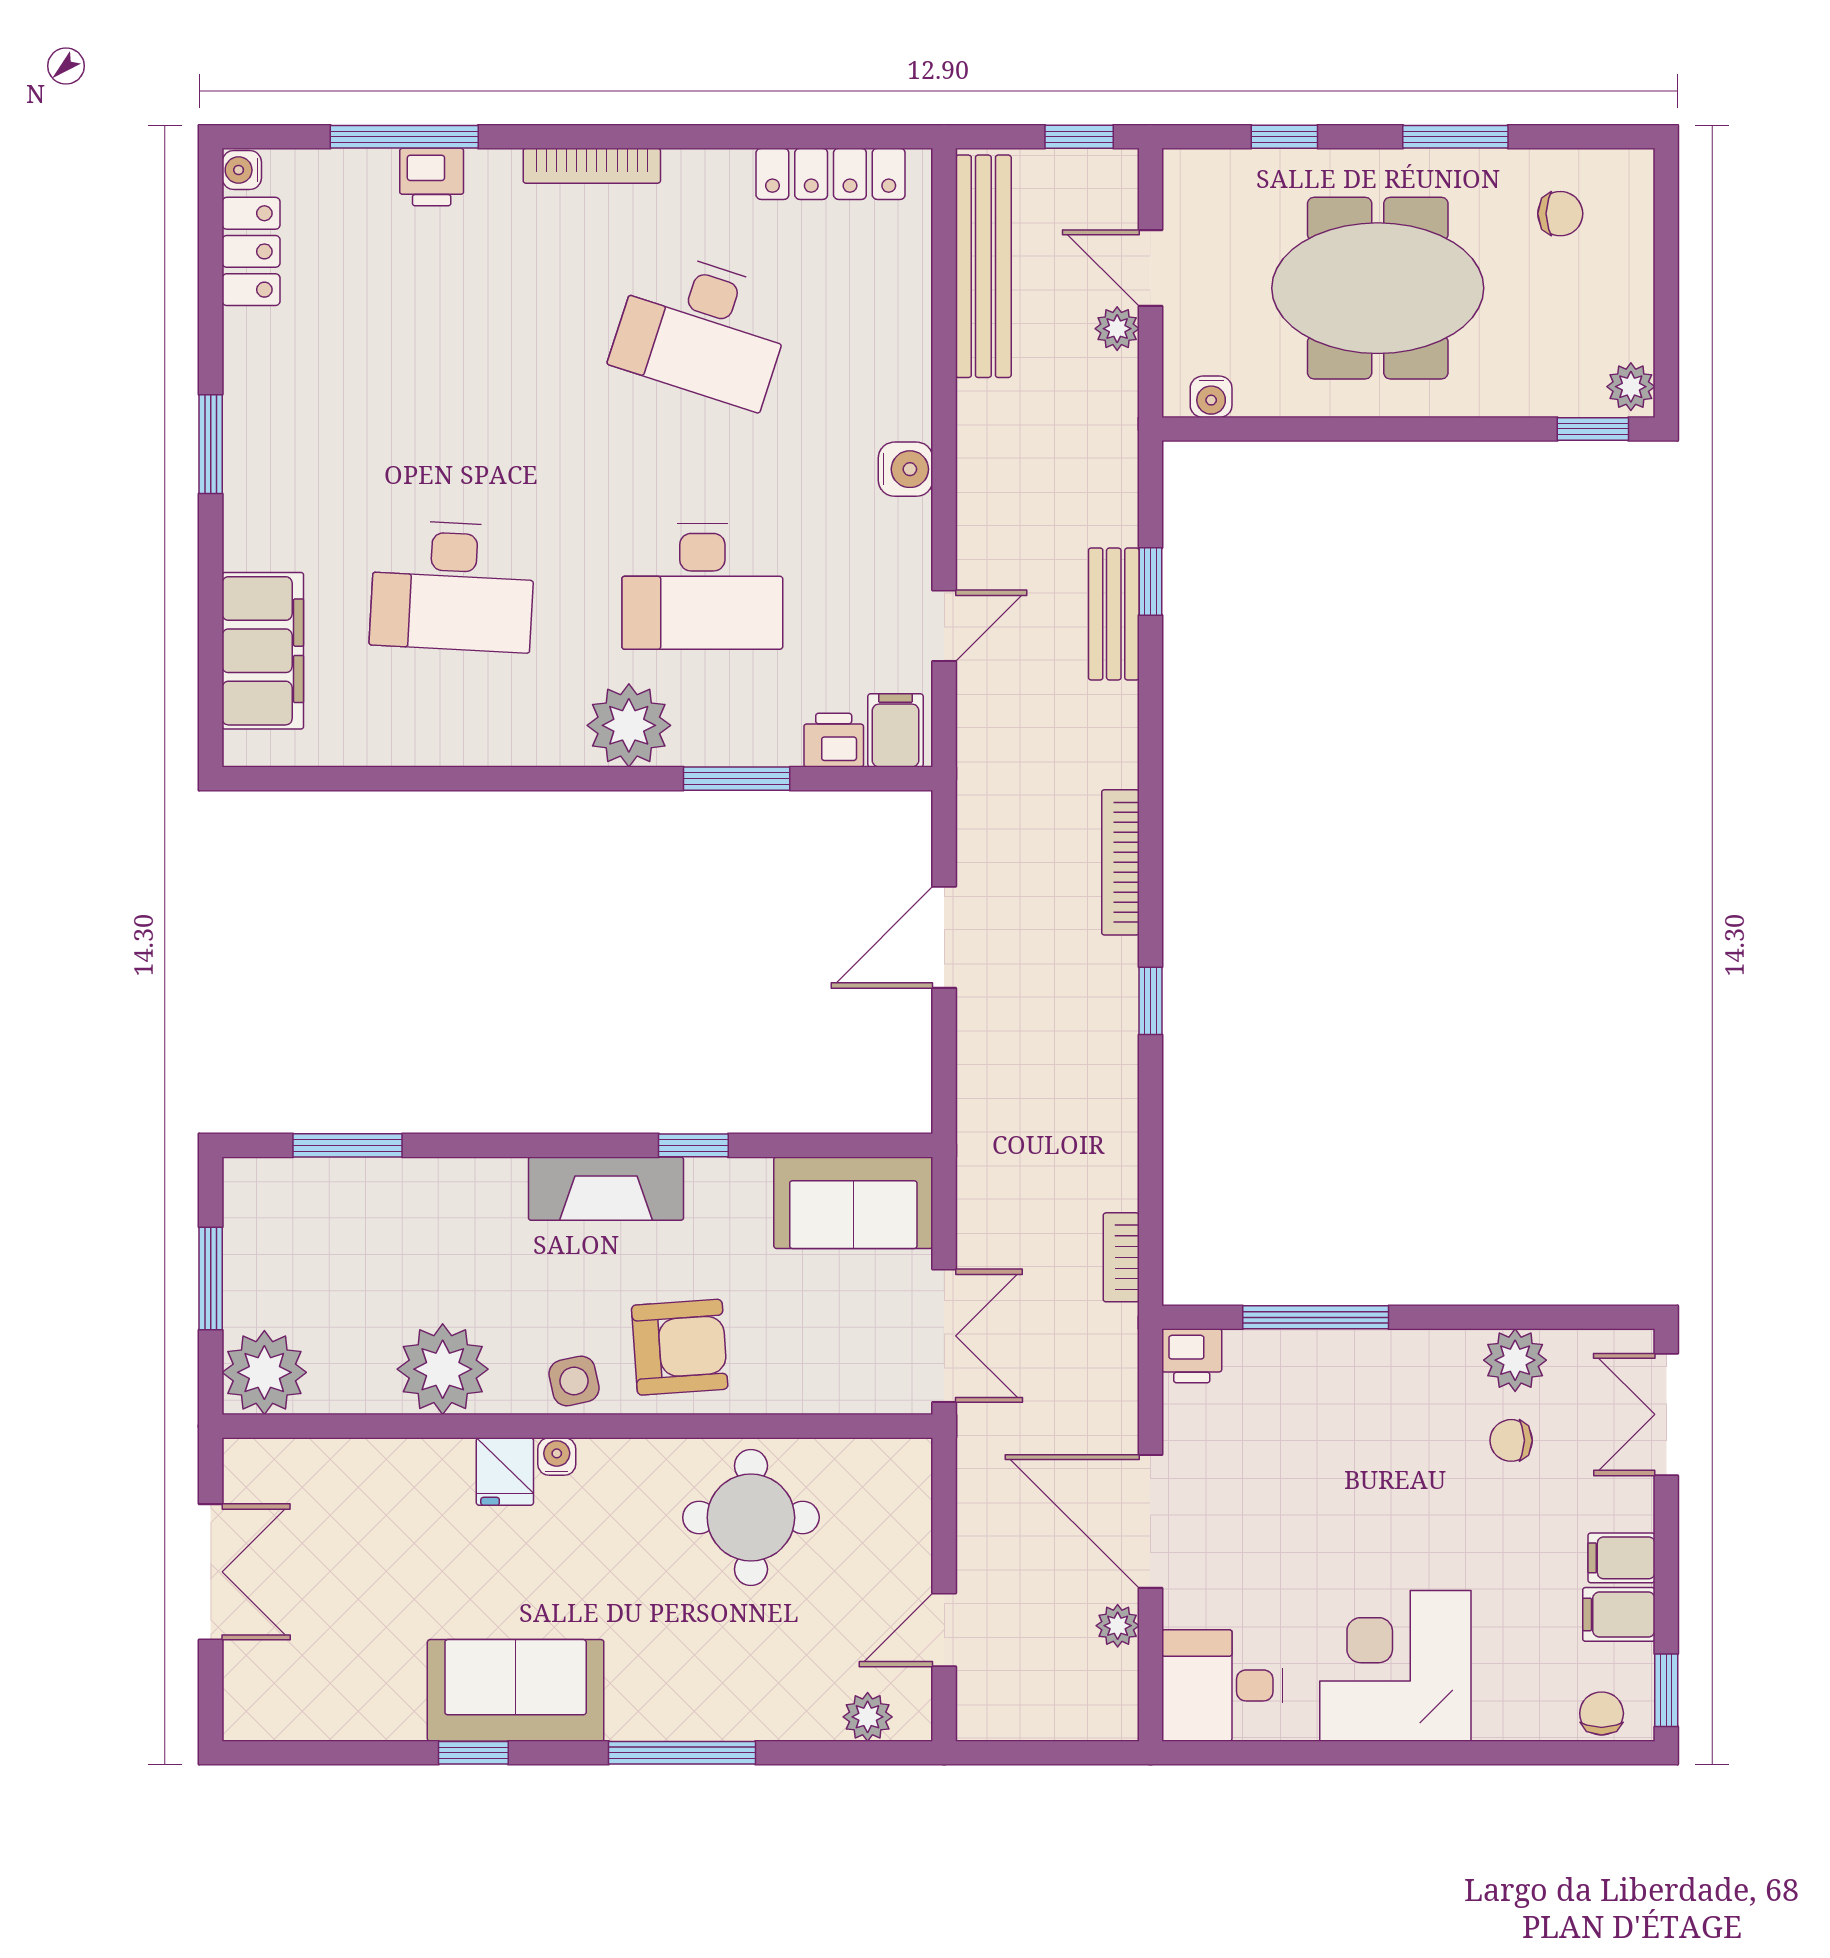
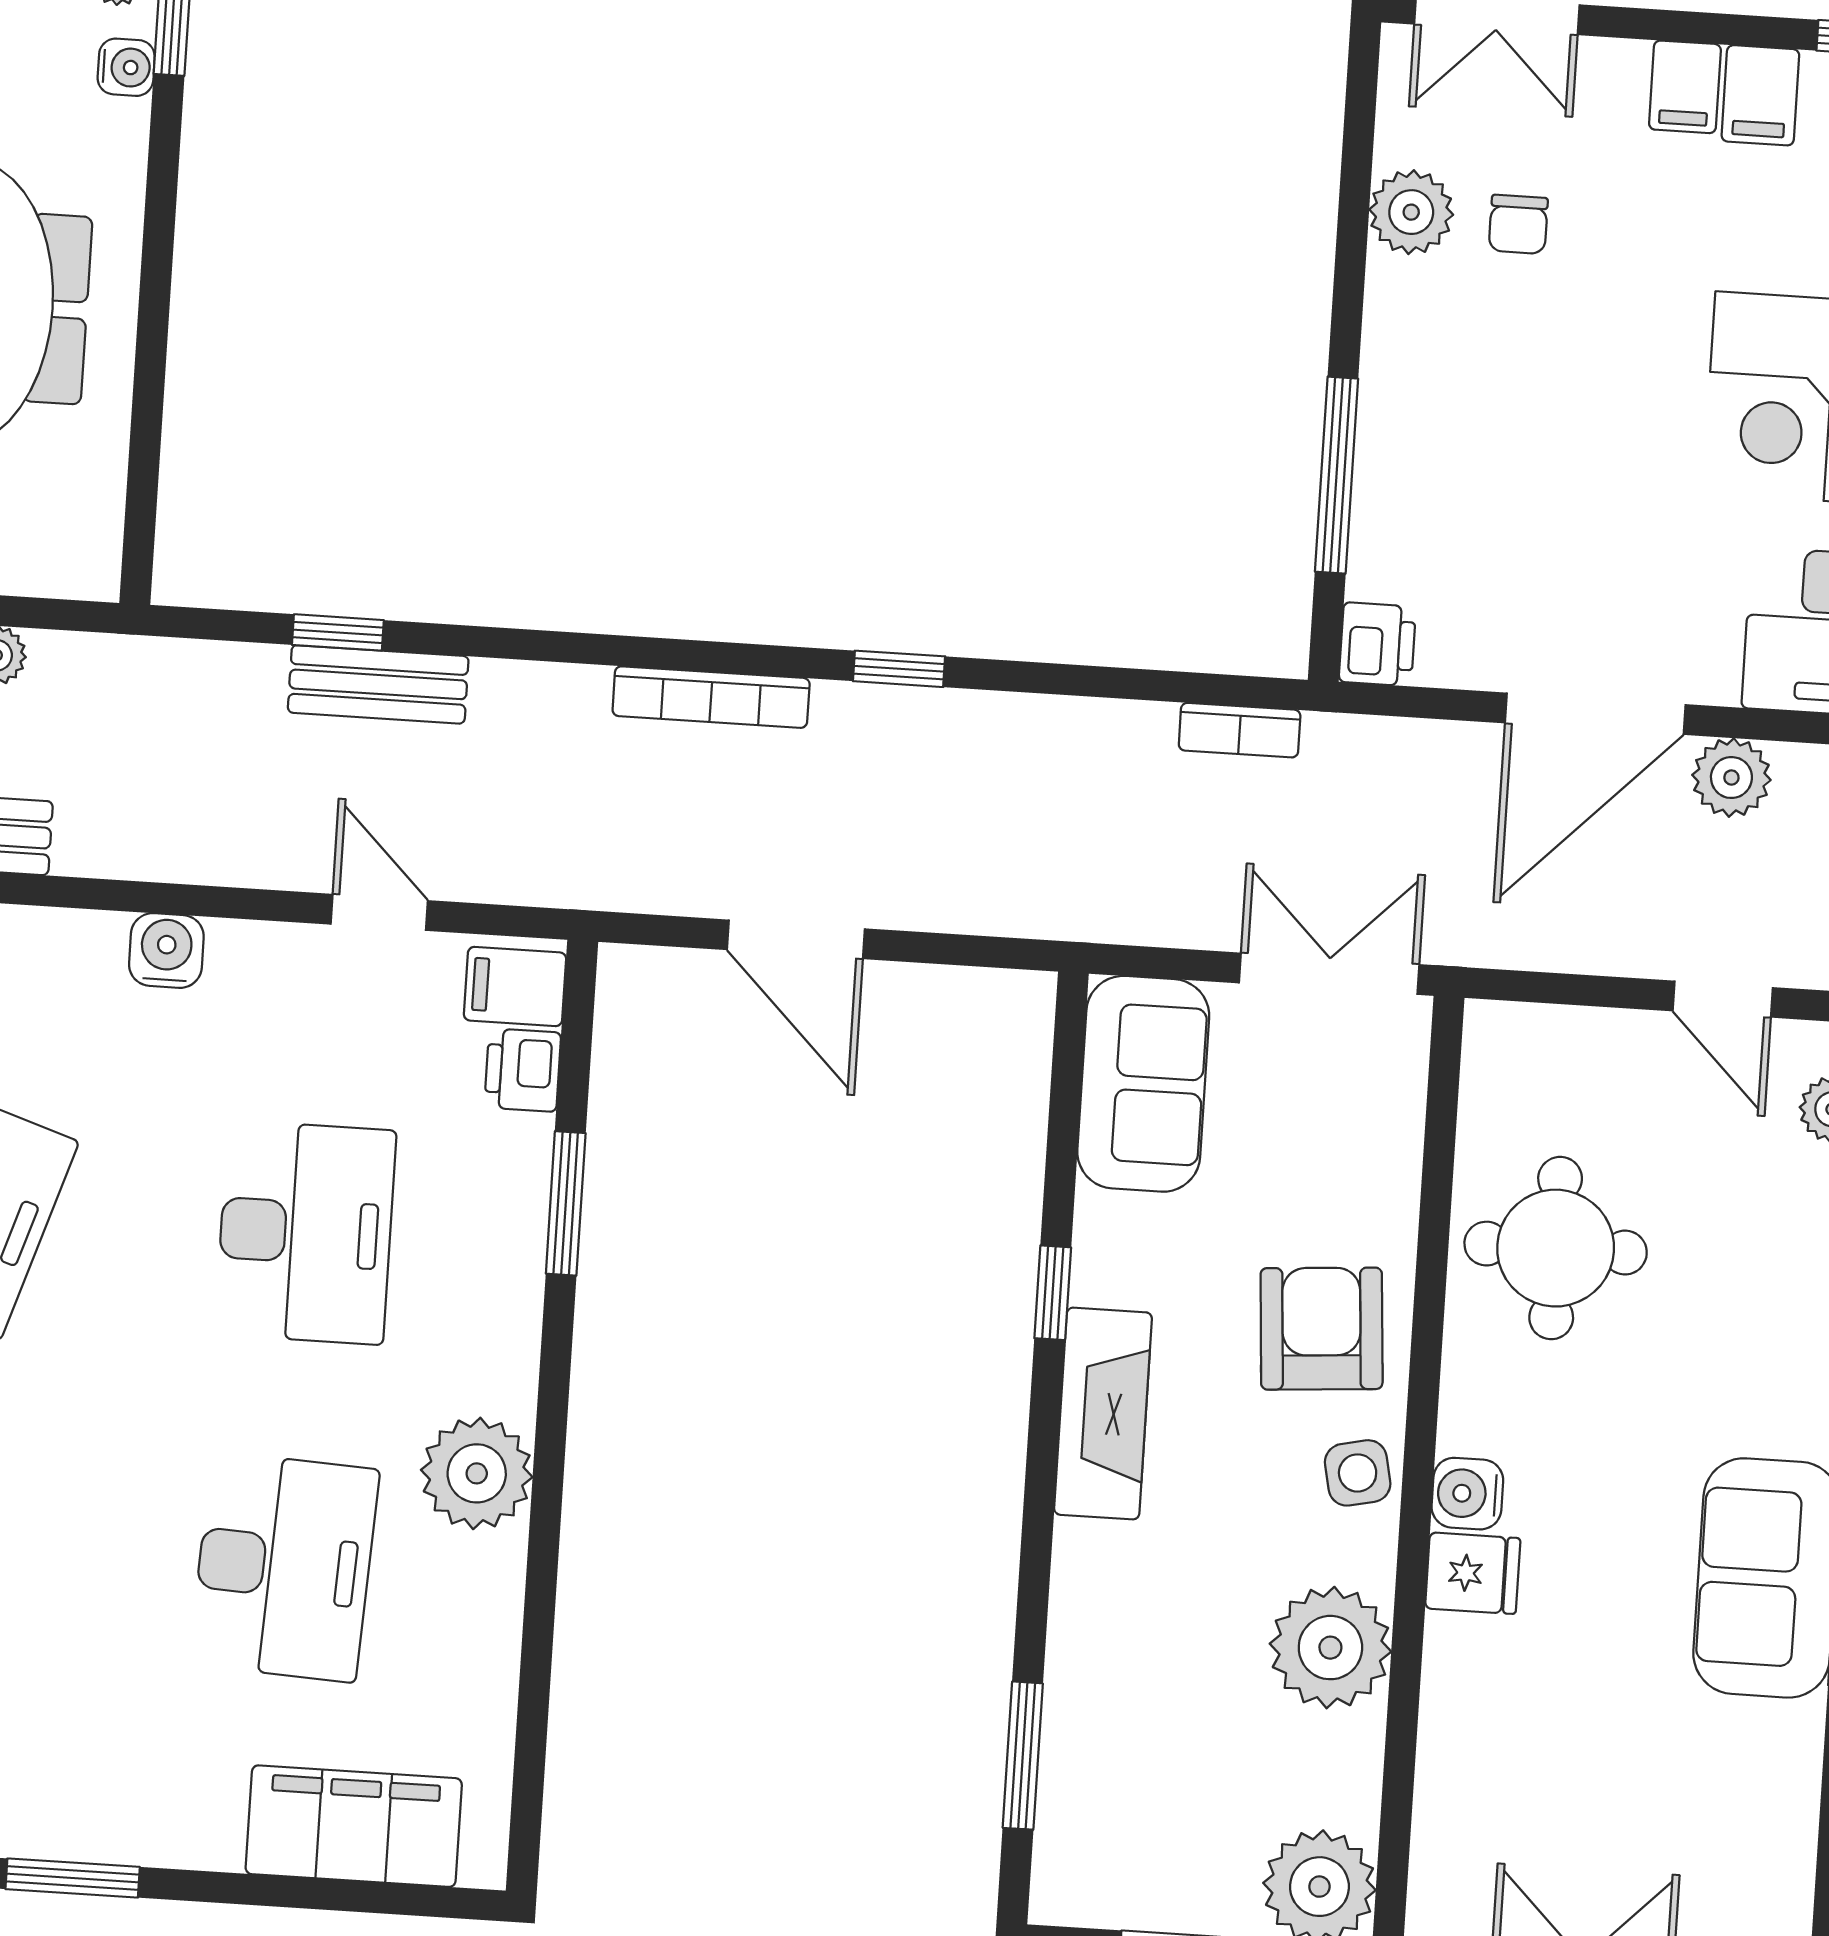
water cooler: (1211, 397) -> (126, 67), moved
plant: (629, 725) -> (477, 1473), moved
water cooler: (557, 1456) -> (1467, 1494), width x1.38, depth x1.38
plant: (1118, 1626) -> (1731, 778), width x1.38, depth x1.38

